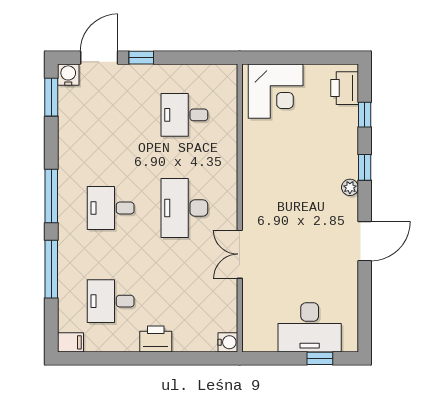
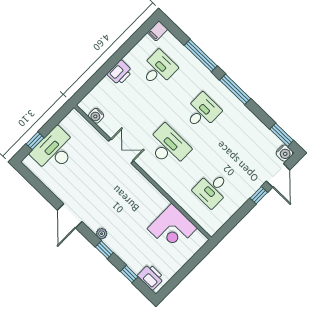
corner desk: (276, 91) -> (172, 228), moved, turned -90
desk: (184, 115) -> (212, 189), turned 180
water cooler: (228, 342) -> (96, 116), moved

